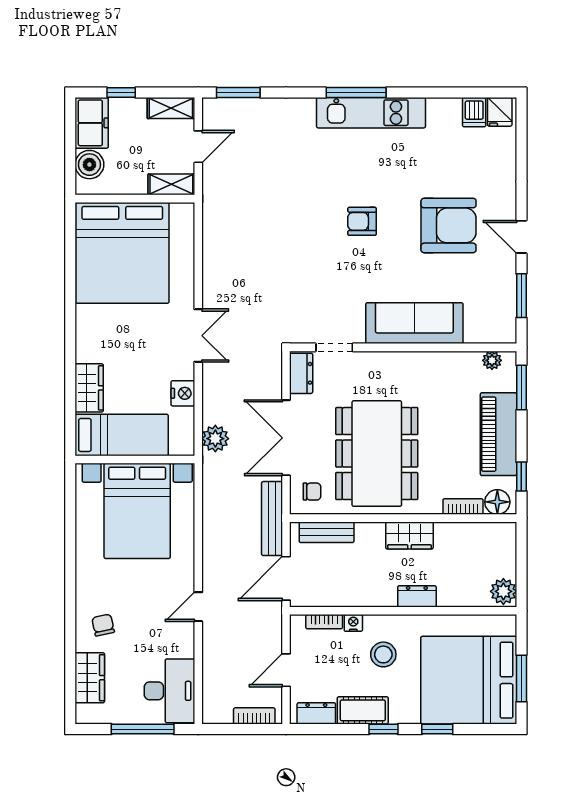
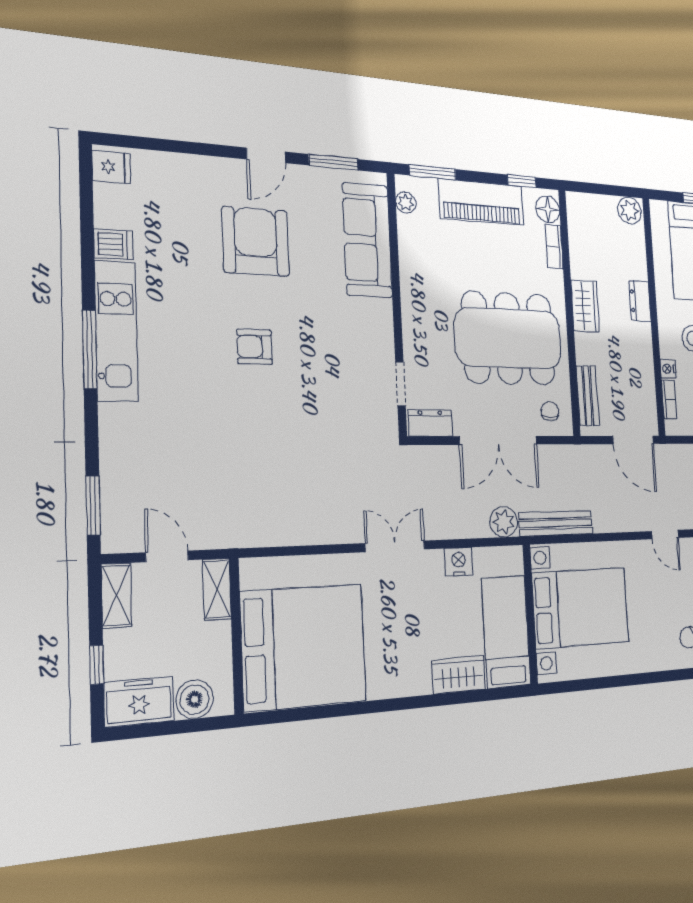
dishwasher: (474, 112) -> (114, 244), moved
armchair: (362, 221) -> (255, 347), turned 90
sofa: (414, 323) -> (367, 240), moved
bench: (272, 519) -> (556, 523), moved

